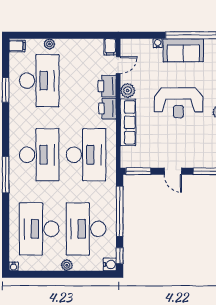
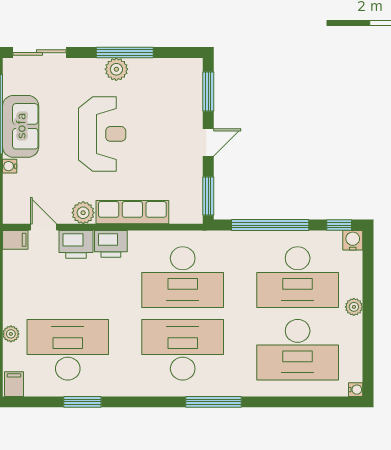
desk: (86, 155) -> (183, 277), turned 180

